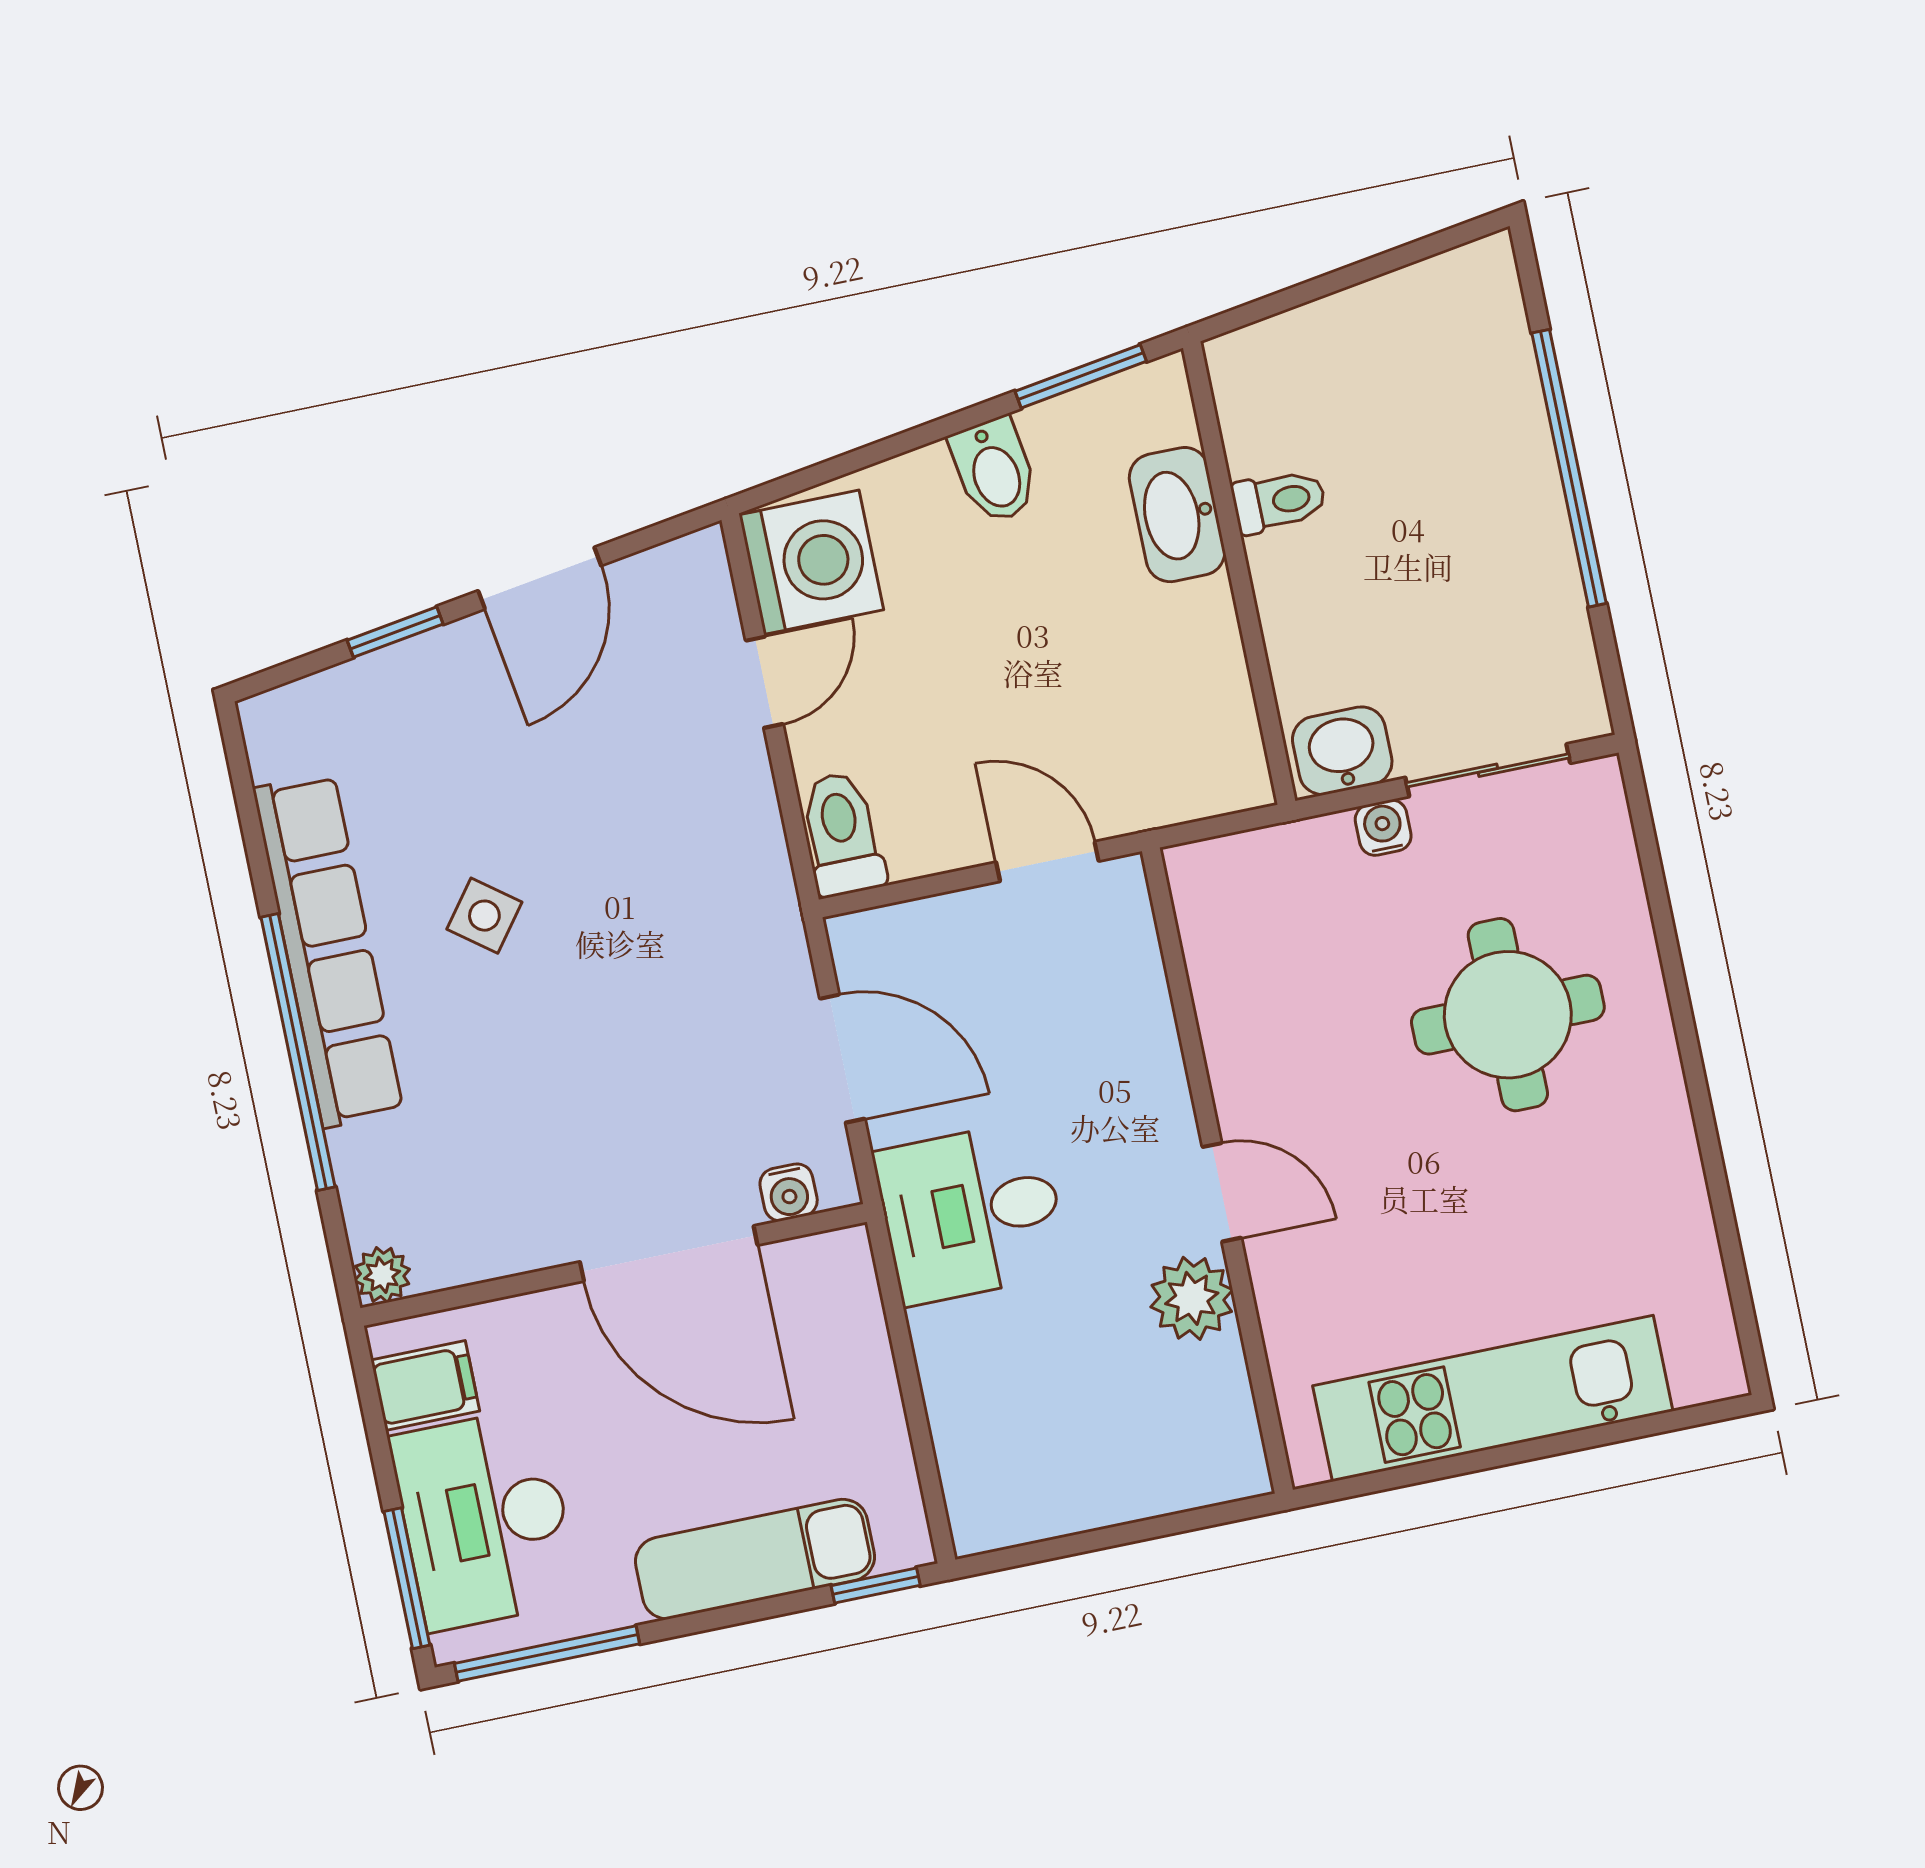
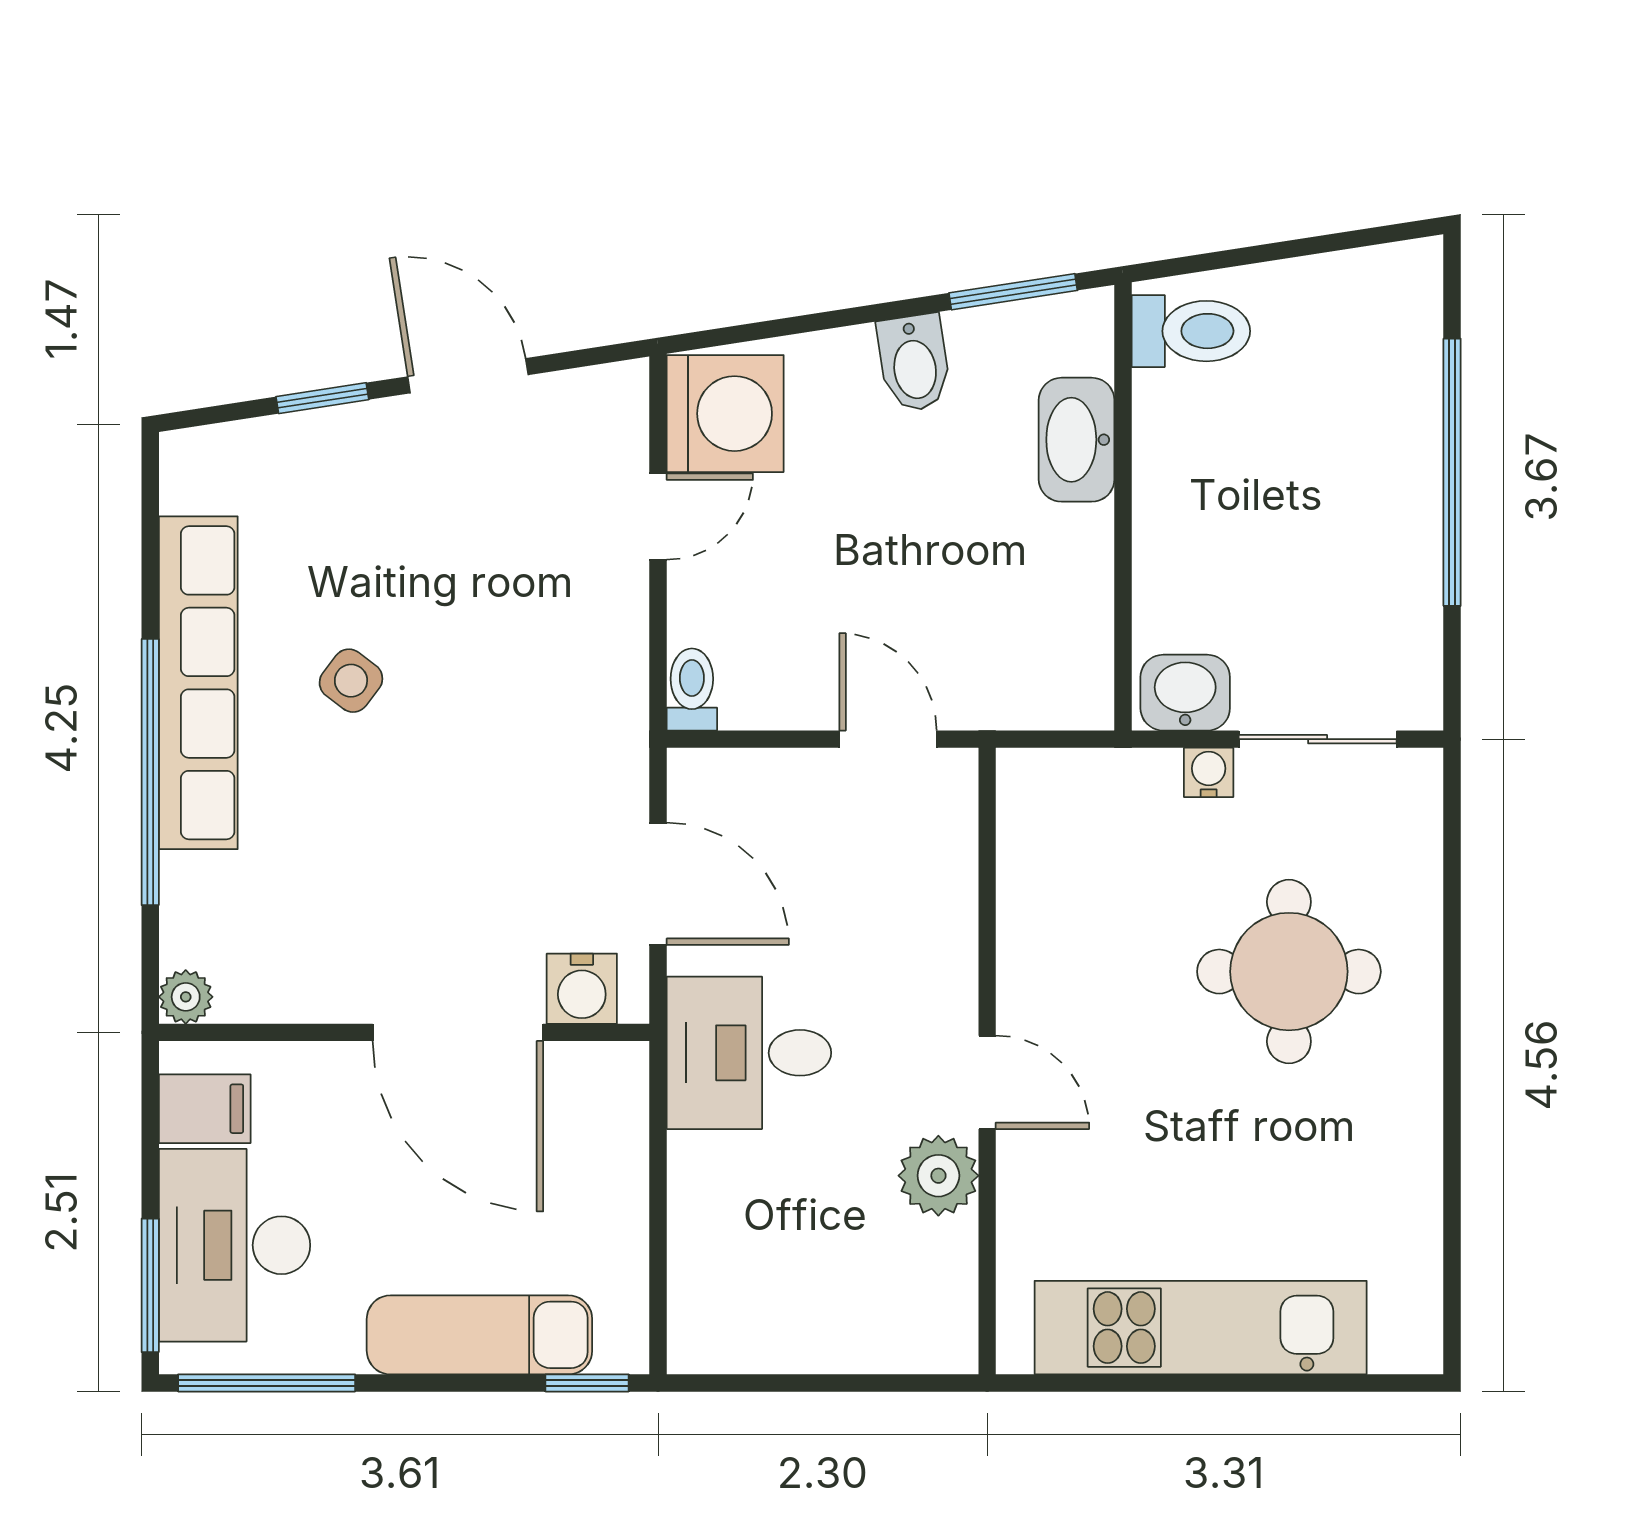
toilet: (1279, 501) -> (1191, 331), moved, width x1.37, depth x1.39
door: (540, 578) -> (468, 376), swing flipped
toilet: (842, 834) -> (692, 689), width x0.73, depth x0.72
water cooler: (789, 1192) -> (582, 989), width x1.38, depth x1.38

